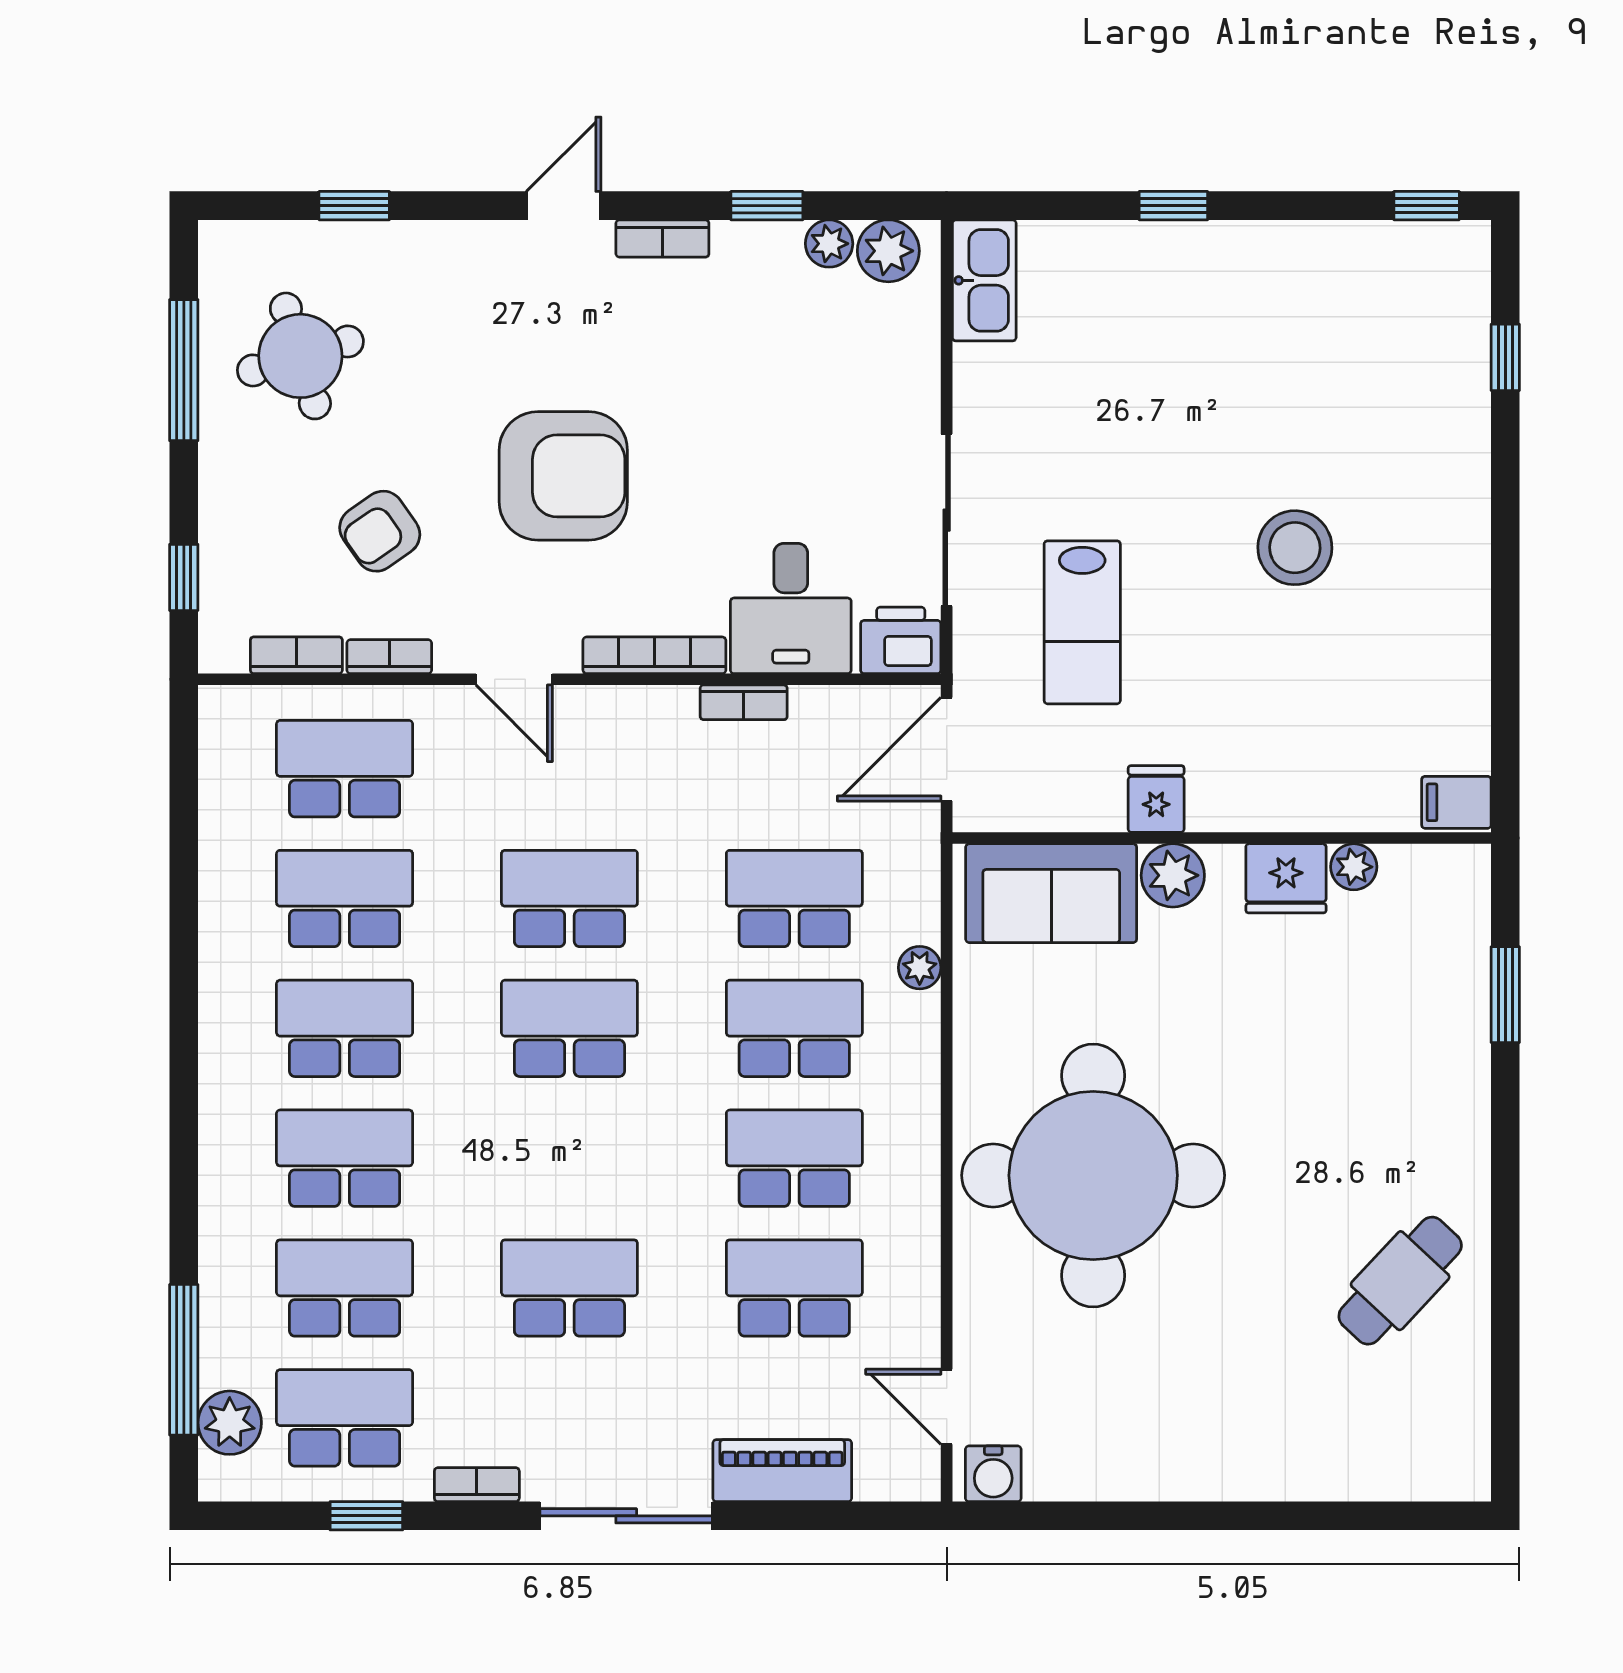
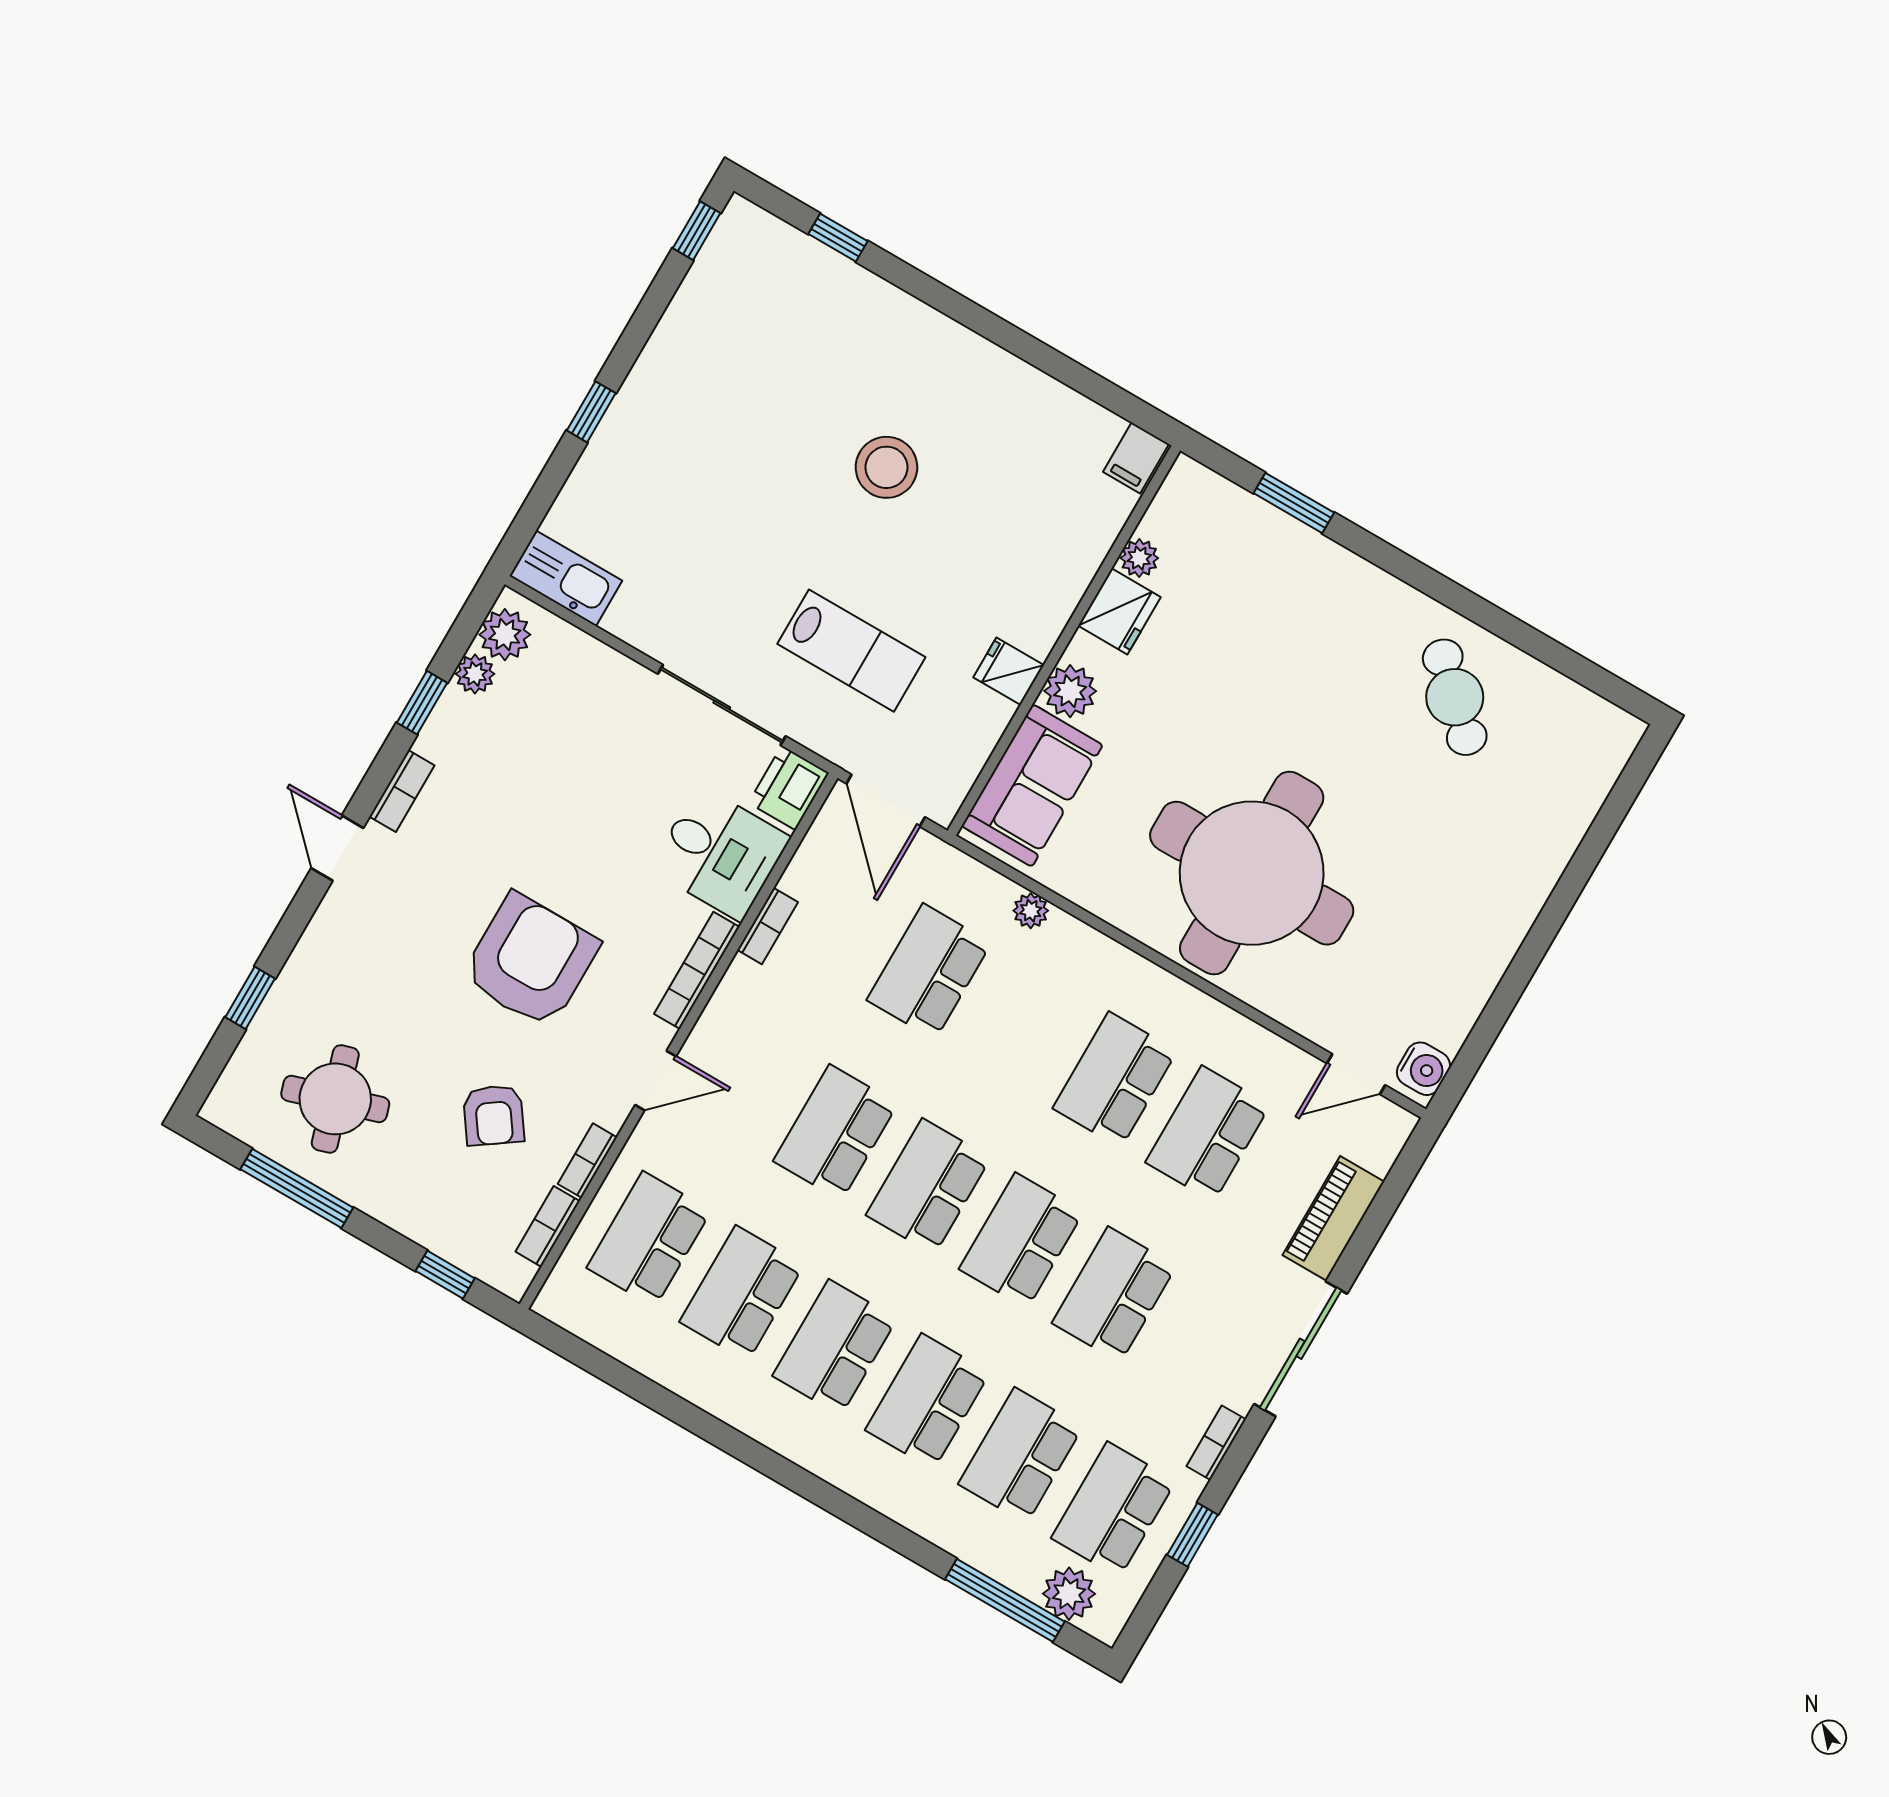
school desk: (794, 1028) -> (1021, 1241), moved

